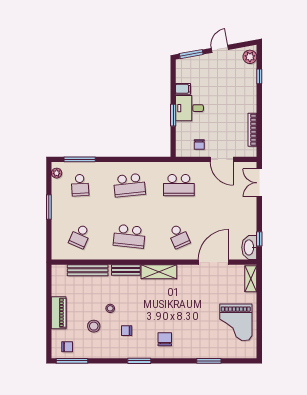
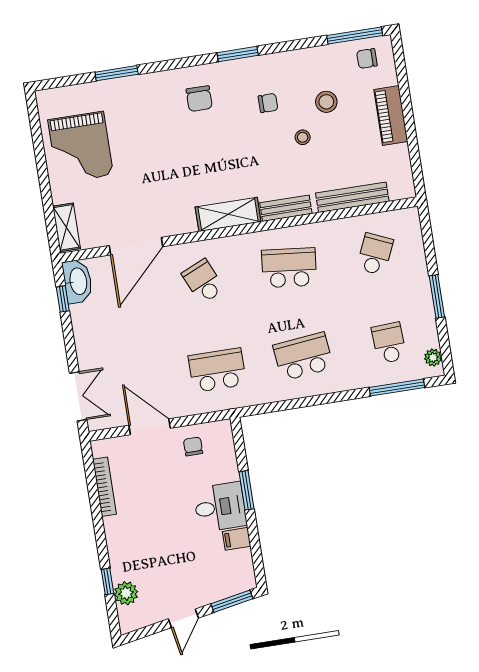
plant: (250, 57) -> (126, 593), moved
grand piano: (236, 322) -> (81, 147), turned 180

